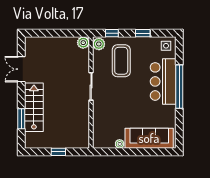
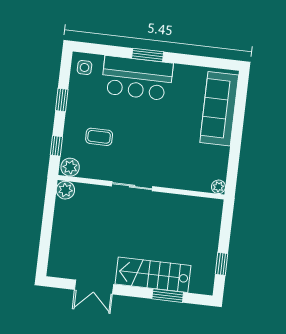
coffee table: (121, 61) -> (99, 137), width x0.54, depth x0.58
window: (179, 87) -> (148, 55), width x0.47
plant: (120, 144) -> (218, 187), moved
window: (58, 152) -> (222, 264), moved

